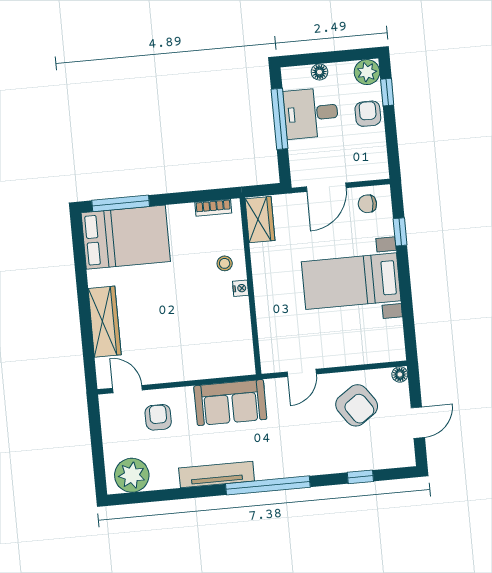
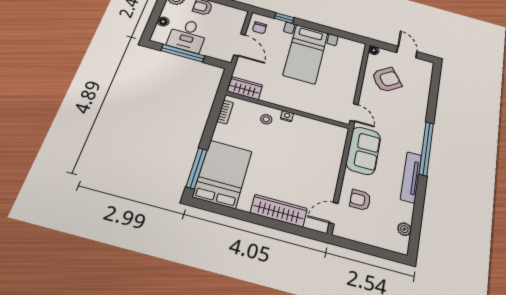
door: (302, 373) -> (354, 113), moved
plant: (132, 475) -> (404, 229), width x0.53, depth x0.53
window: (360, 477) -> (433, 94), removed

